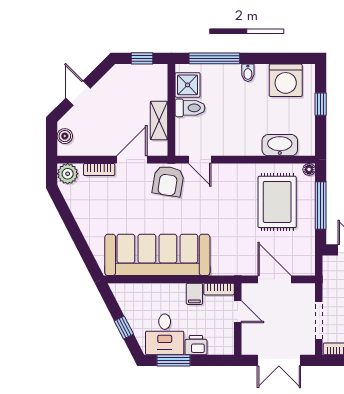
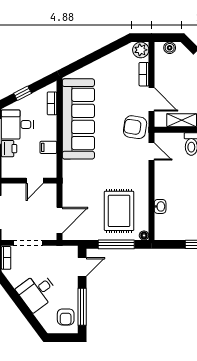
washbasin: (280, 145) -> (160, 206), width x0.52, depth x0.69
door: (200, 160) -> (151, 151), swing flipped
rug: (277, 202) -> (119, 211), turned 90
door: (274, 279) -> (60, 220), moved
bookcase: (219, 289) -> (52, 103), moved

